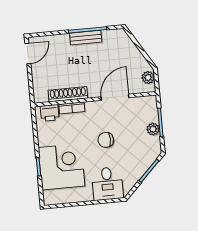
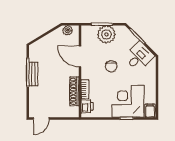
door: (28, 54) -> (41, 118), swing flipped
plant: (153, 129) -> (106, 34), width x1.87, depth x1.87
desk: (107, 184) -> (139, 57), moved, turned -45
filing cabinet: (52, 197) -> (150, 111), added

